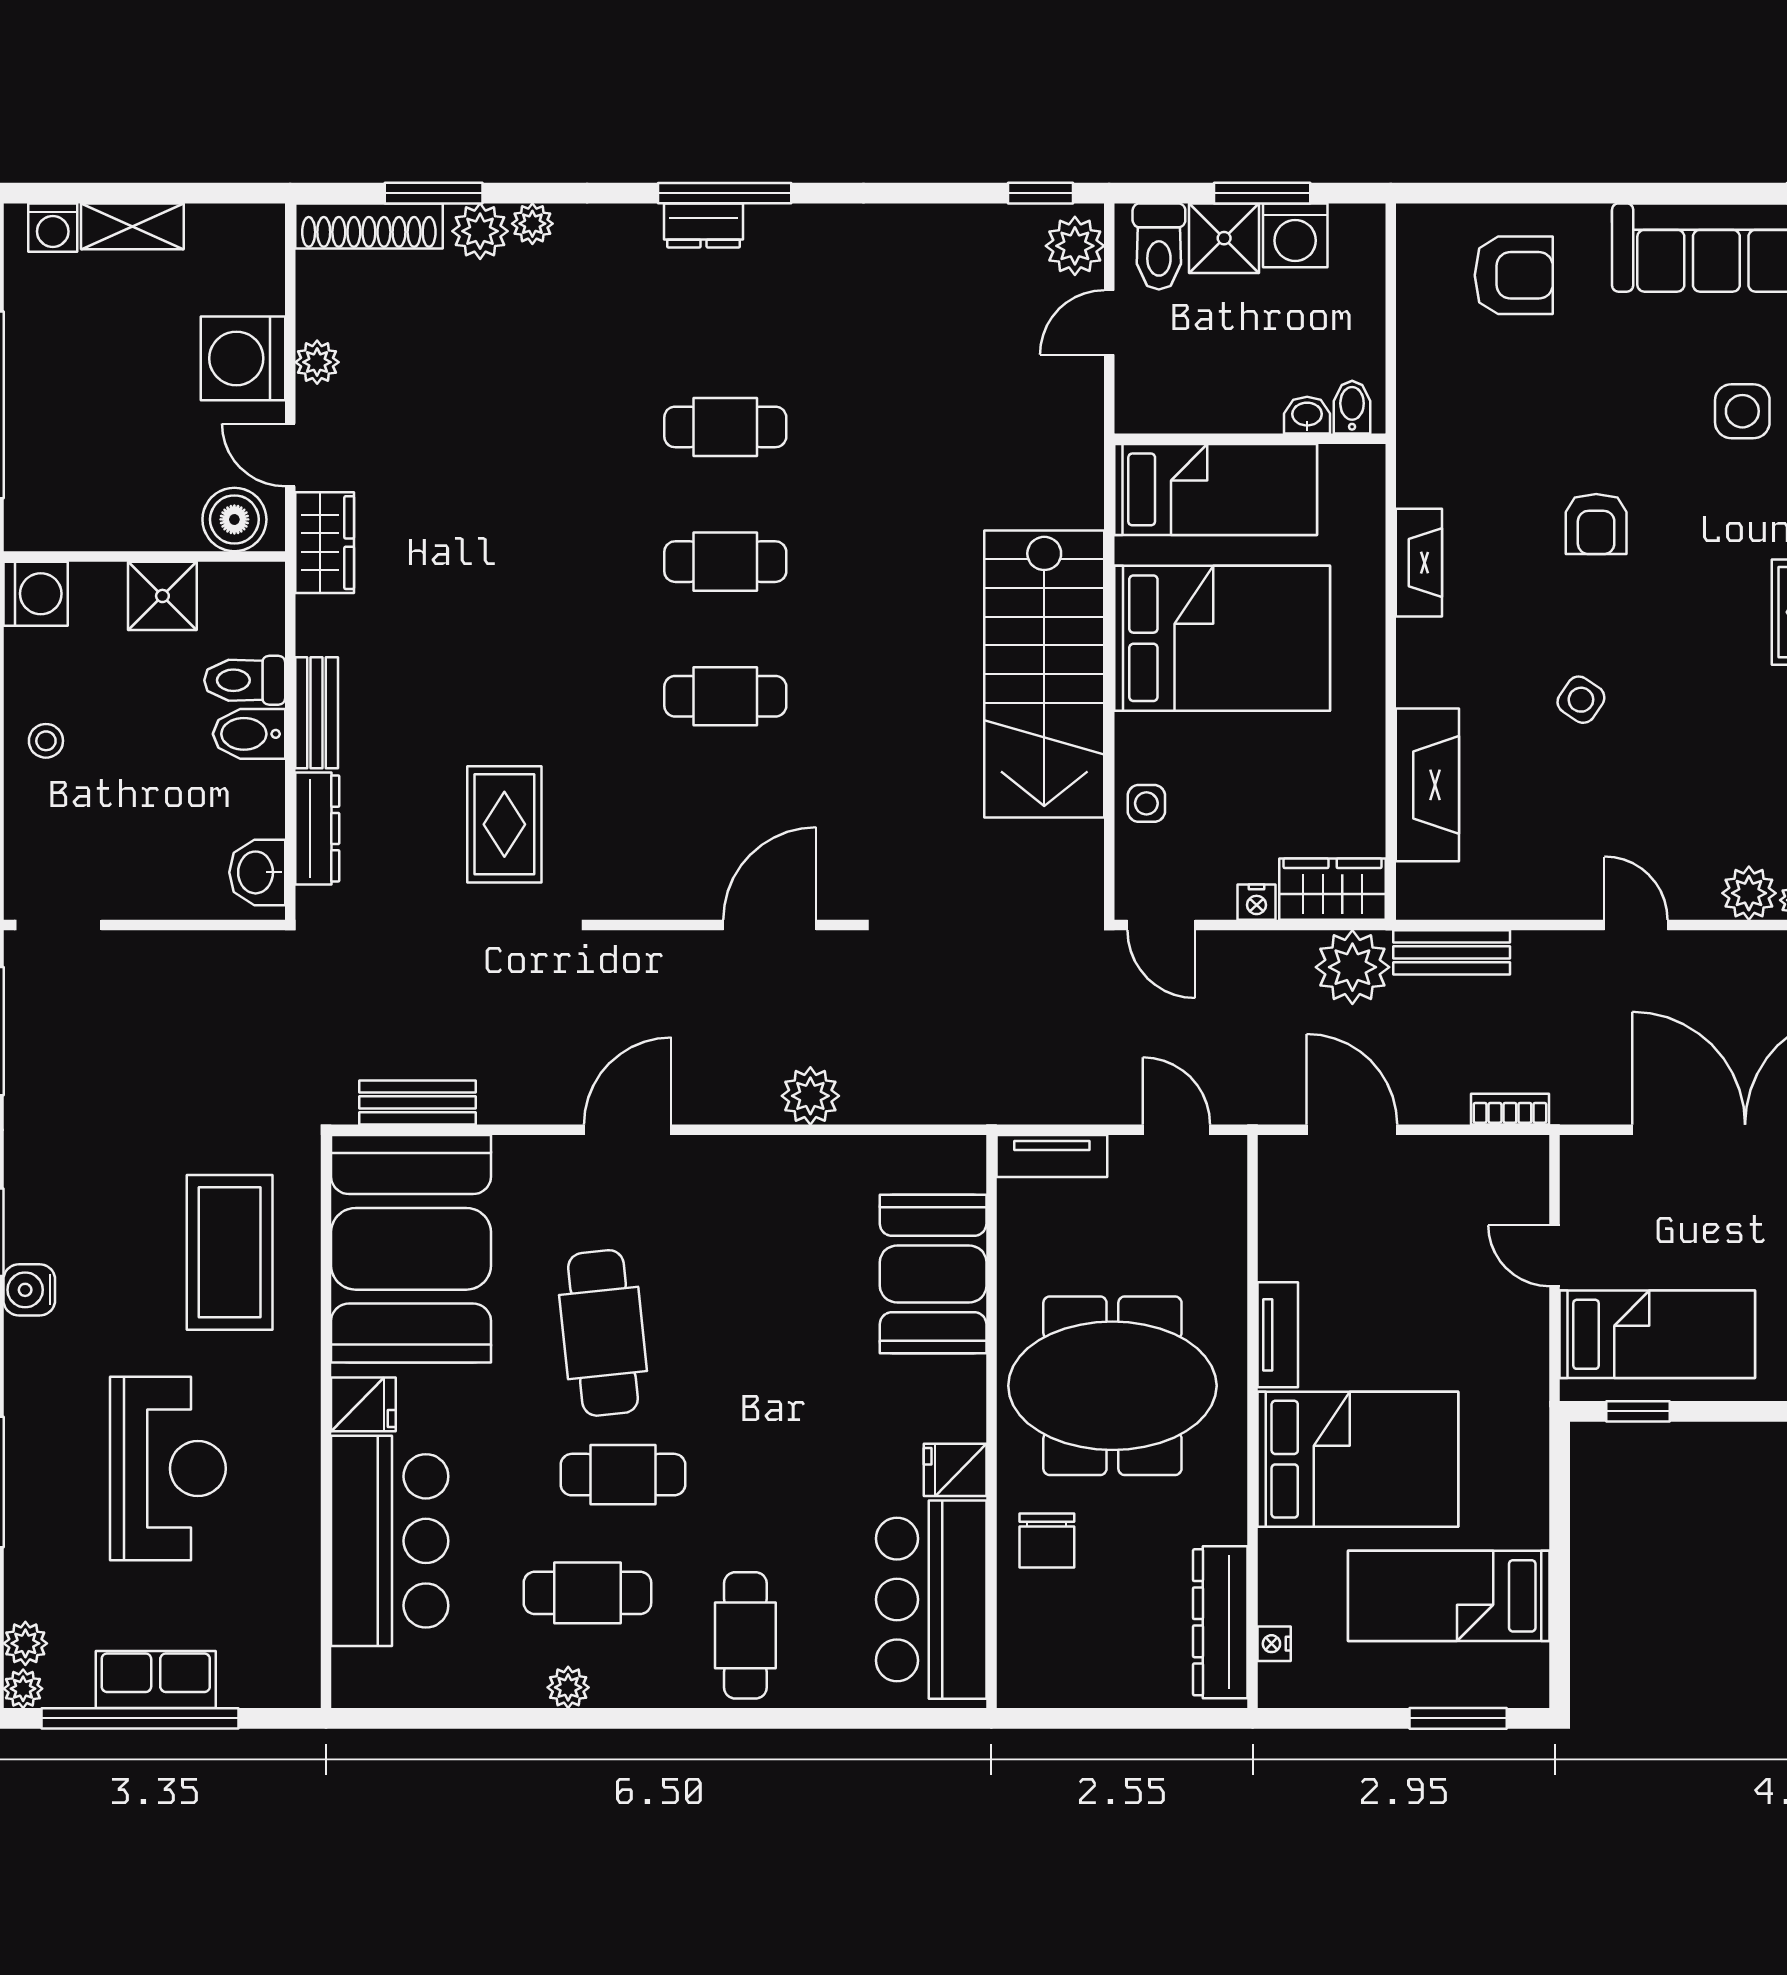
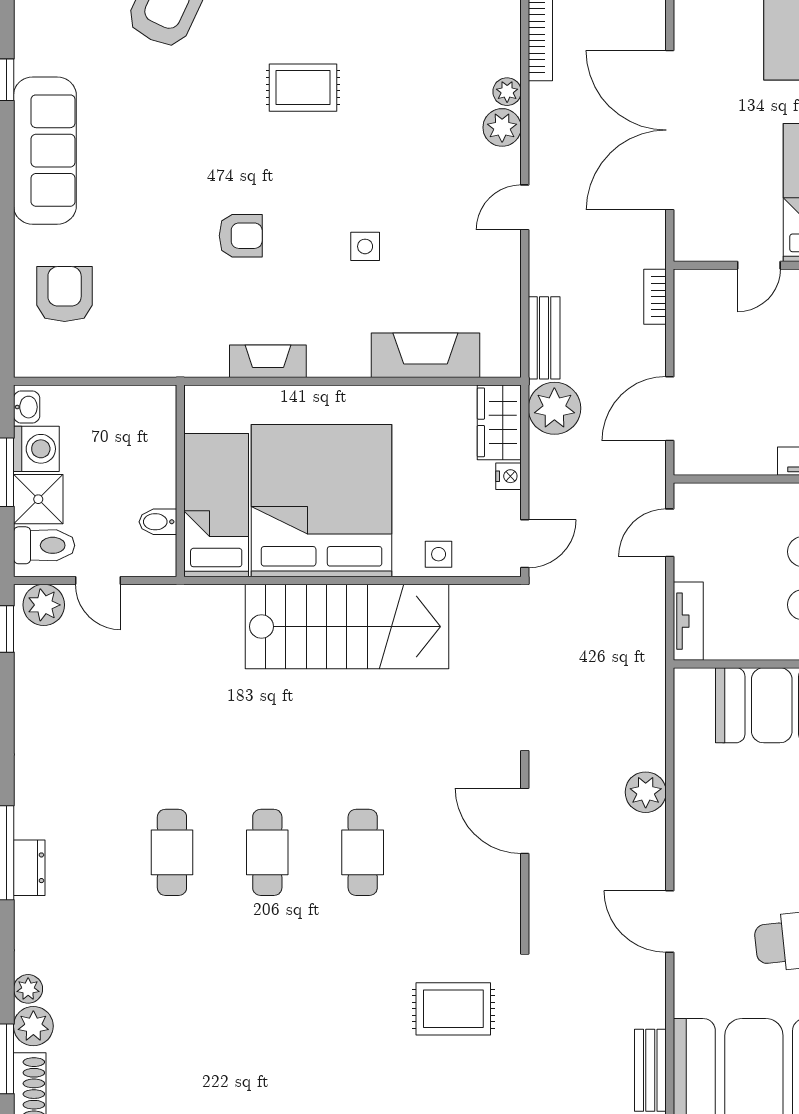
bidet: (1352, 407) -> (158, 522), moved
side table: (1742, 411) -> (161, 132), removed
washbasin: (1307, 415) -> (27, 407), moved, turned 180
bed: (1222, 638) -> (322, 501), width x1.36
side table: (1581, 700) -> (365, 246), turned -34

